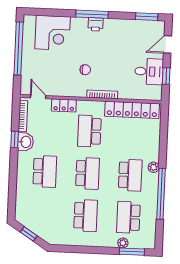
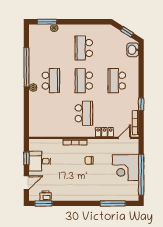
window: (92, 14) -> (113, 203), moved
printer: (96, 24) -> (46, 196), moved
corner desk: (53, 33) -> (126, 168), moved, turned -90
door: (38, 97) -> (124, 138), swing flipped
locker: (132, 110) -> (52, 131), removed
washbasin: (25, 142) -> (133, 50), moved
school desk: (130, 175) -> (51, 81), turned 180
school desk: (128, 217) -> (51, 48), removed

